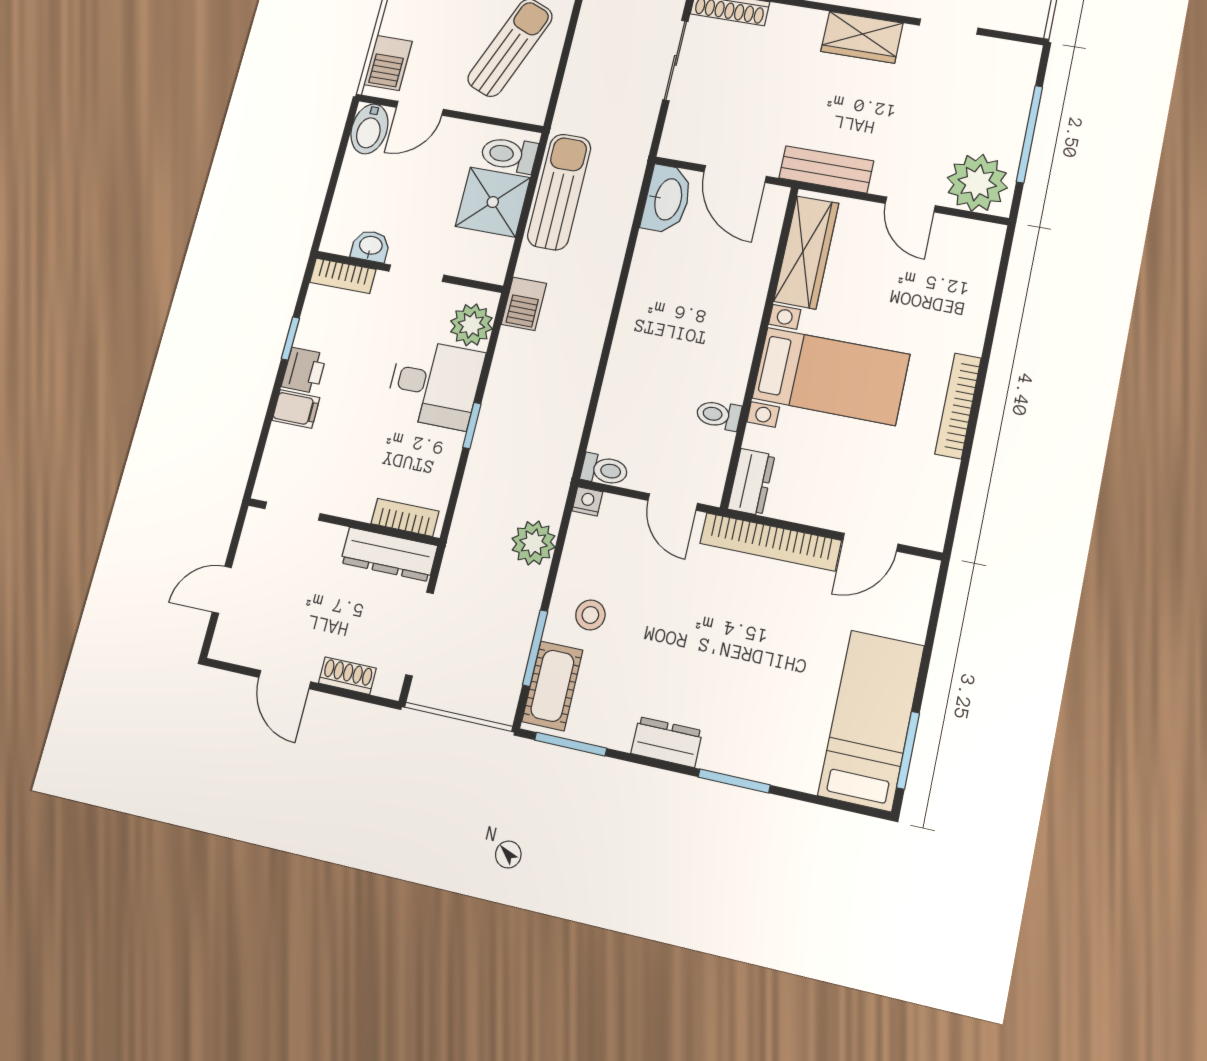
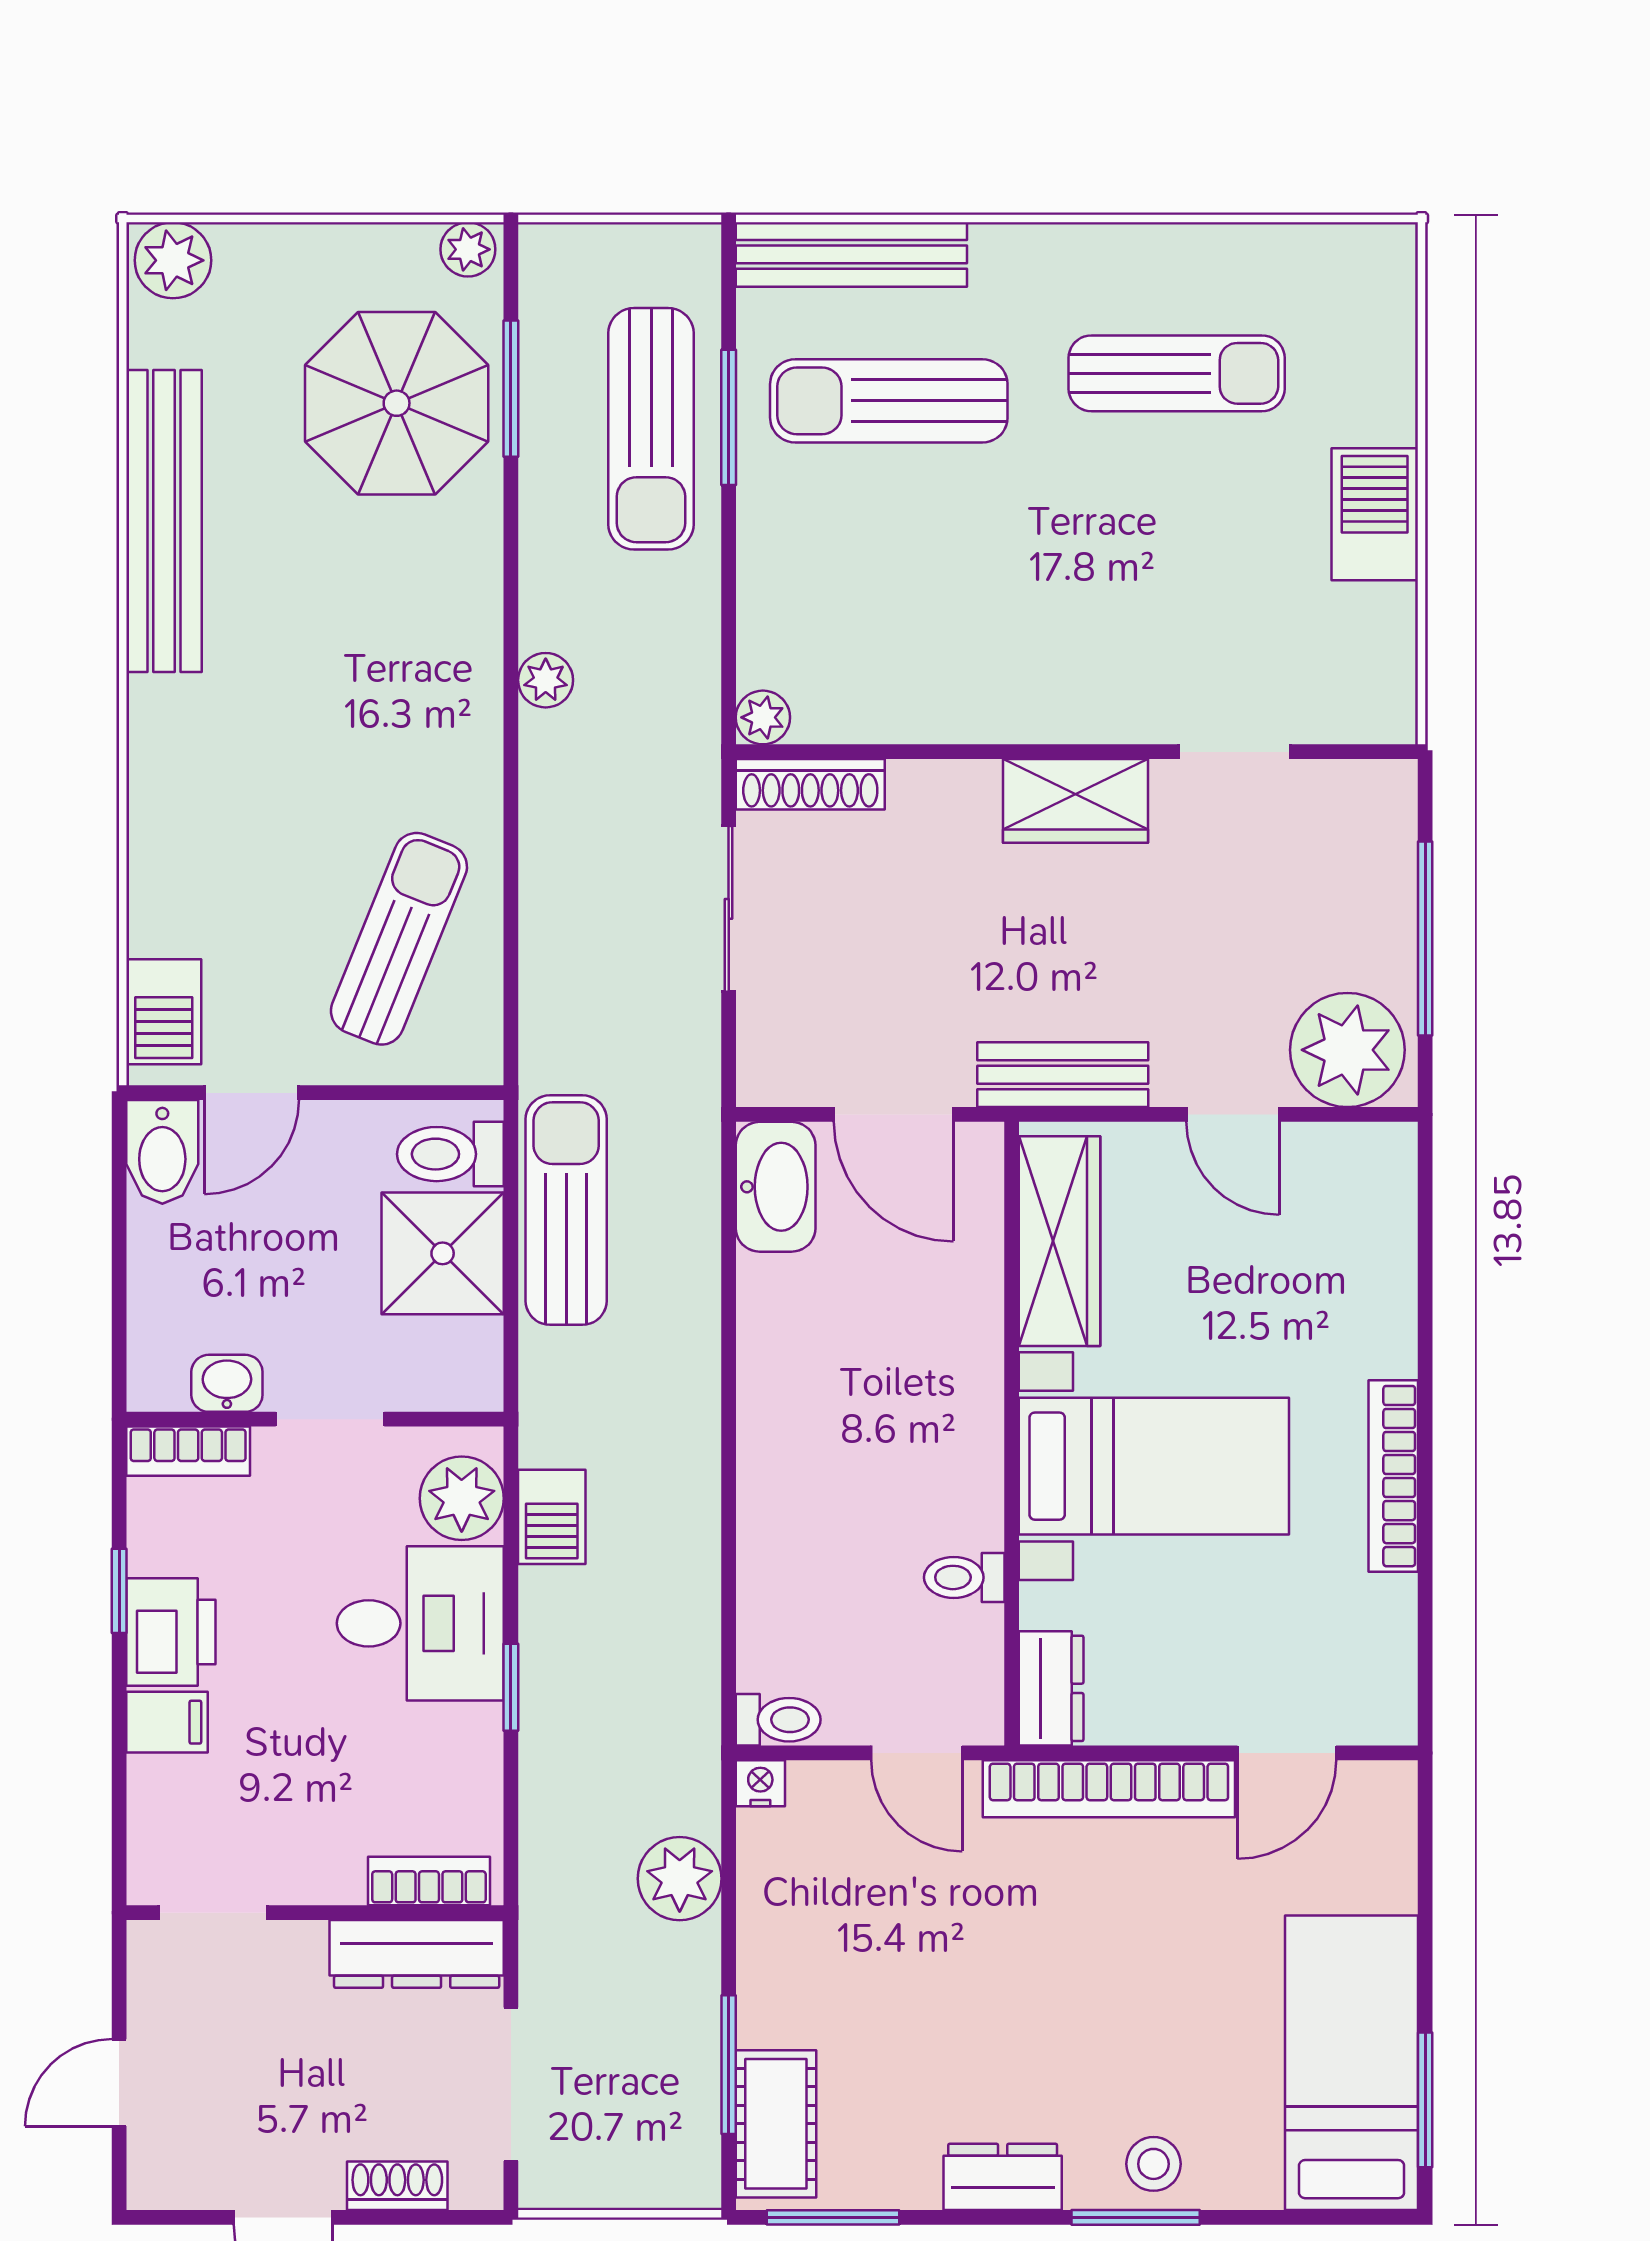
barbecue: (524, 304) -> (552, 1517), moved
printer: (304, 370) -> (171, 1632), width x1.36, depth x1.24
stool: (590, 615) -> (1153, 2164), moved

